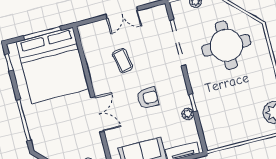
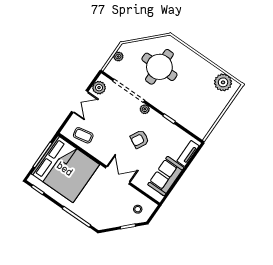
plant: (152, 15) -> (99, 88), added
coffee table: (122, 61) -> (83, 135), moved
armchair: (148, 98) -> (140, 139), turned -152
plant: (188, 114) -> (145, 109), moved

